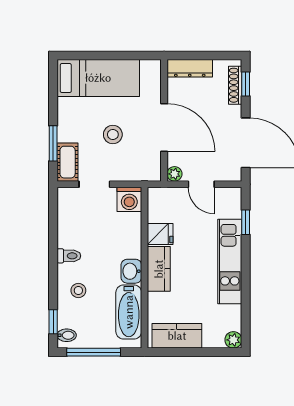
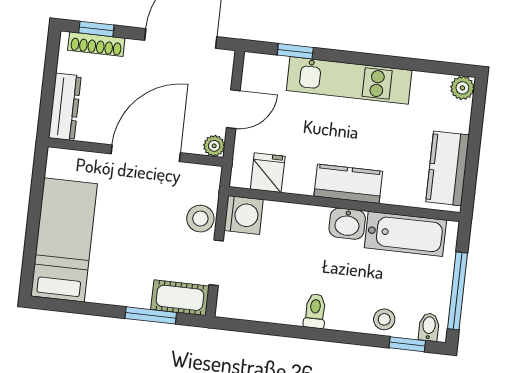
stool: (113, 135) -> (200, 219), moved
fridge: (160, 234) -> (268, 173), moved
stool: (78, 290) -> (384, 319), moved

